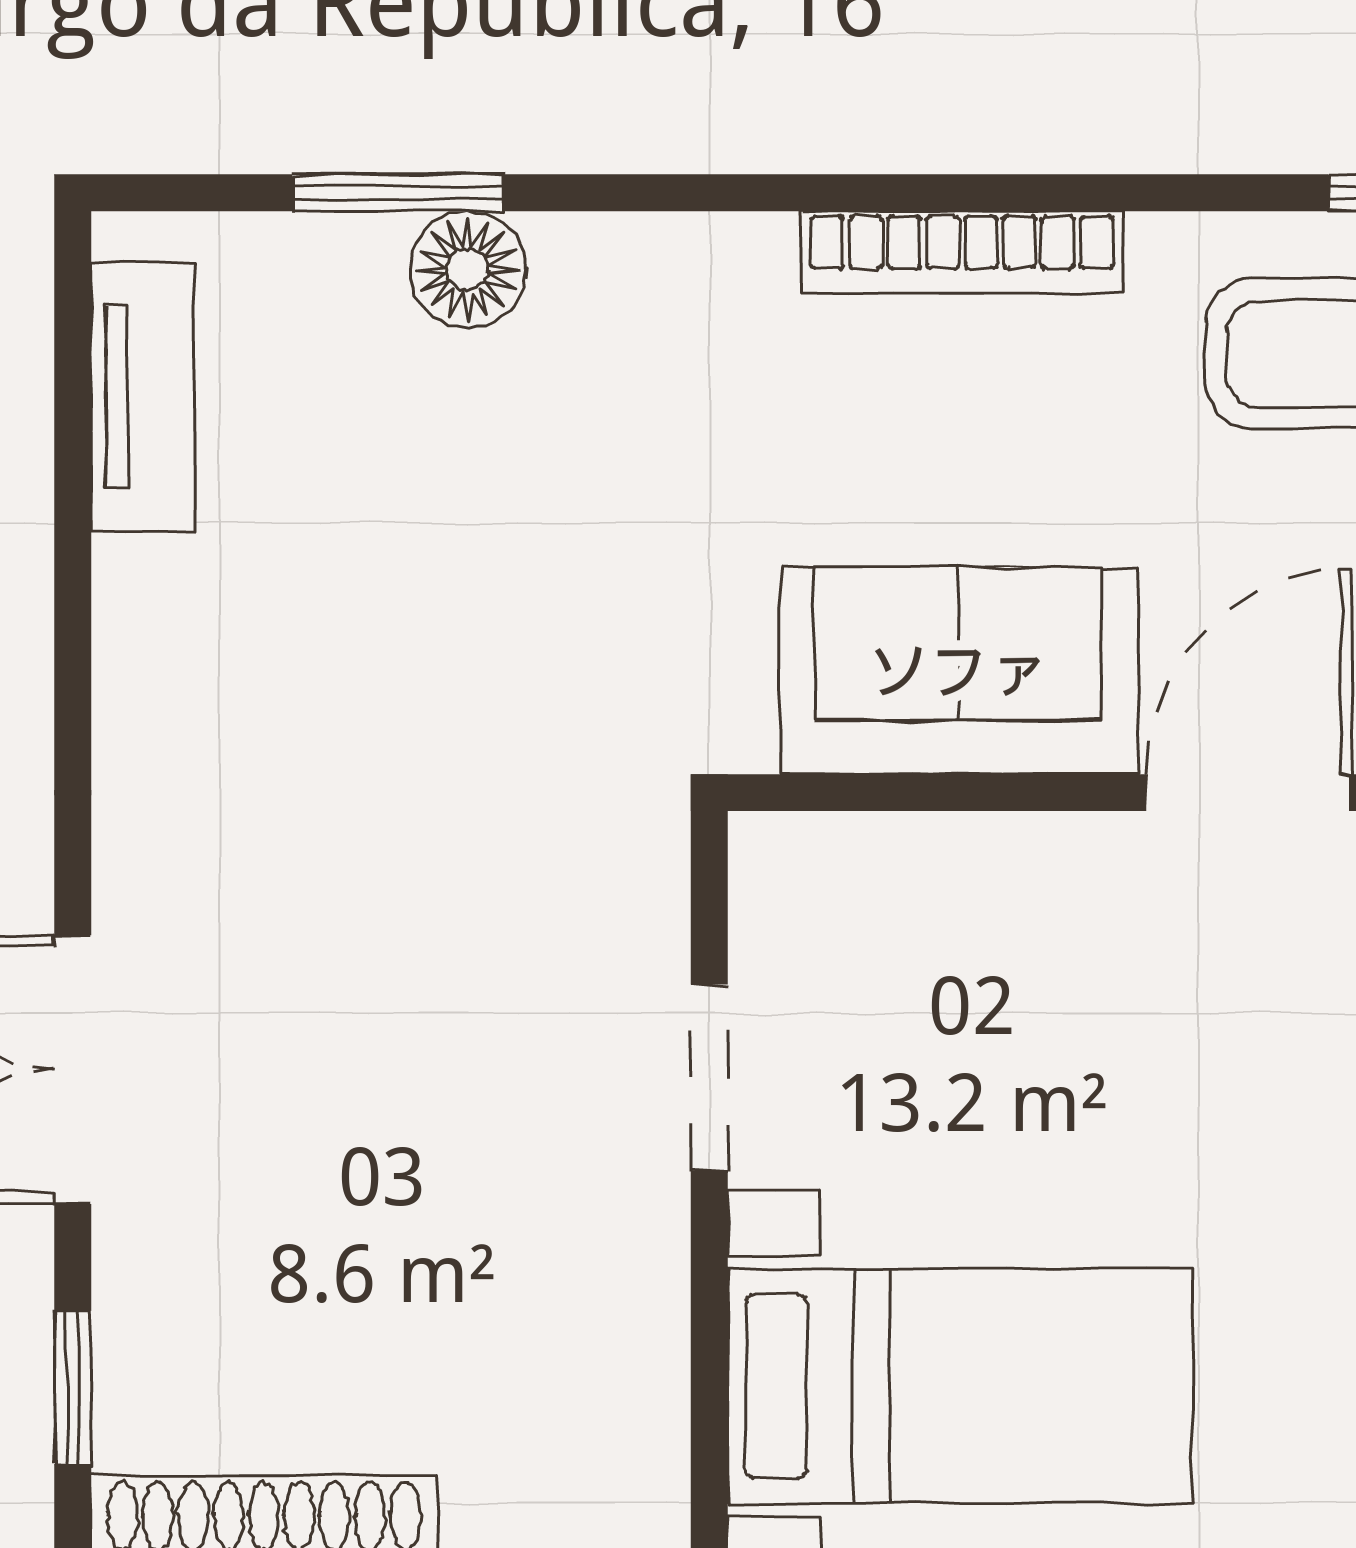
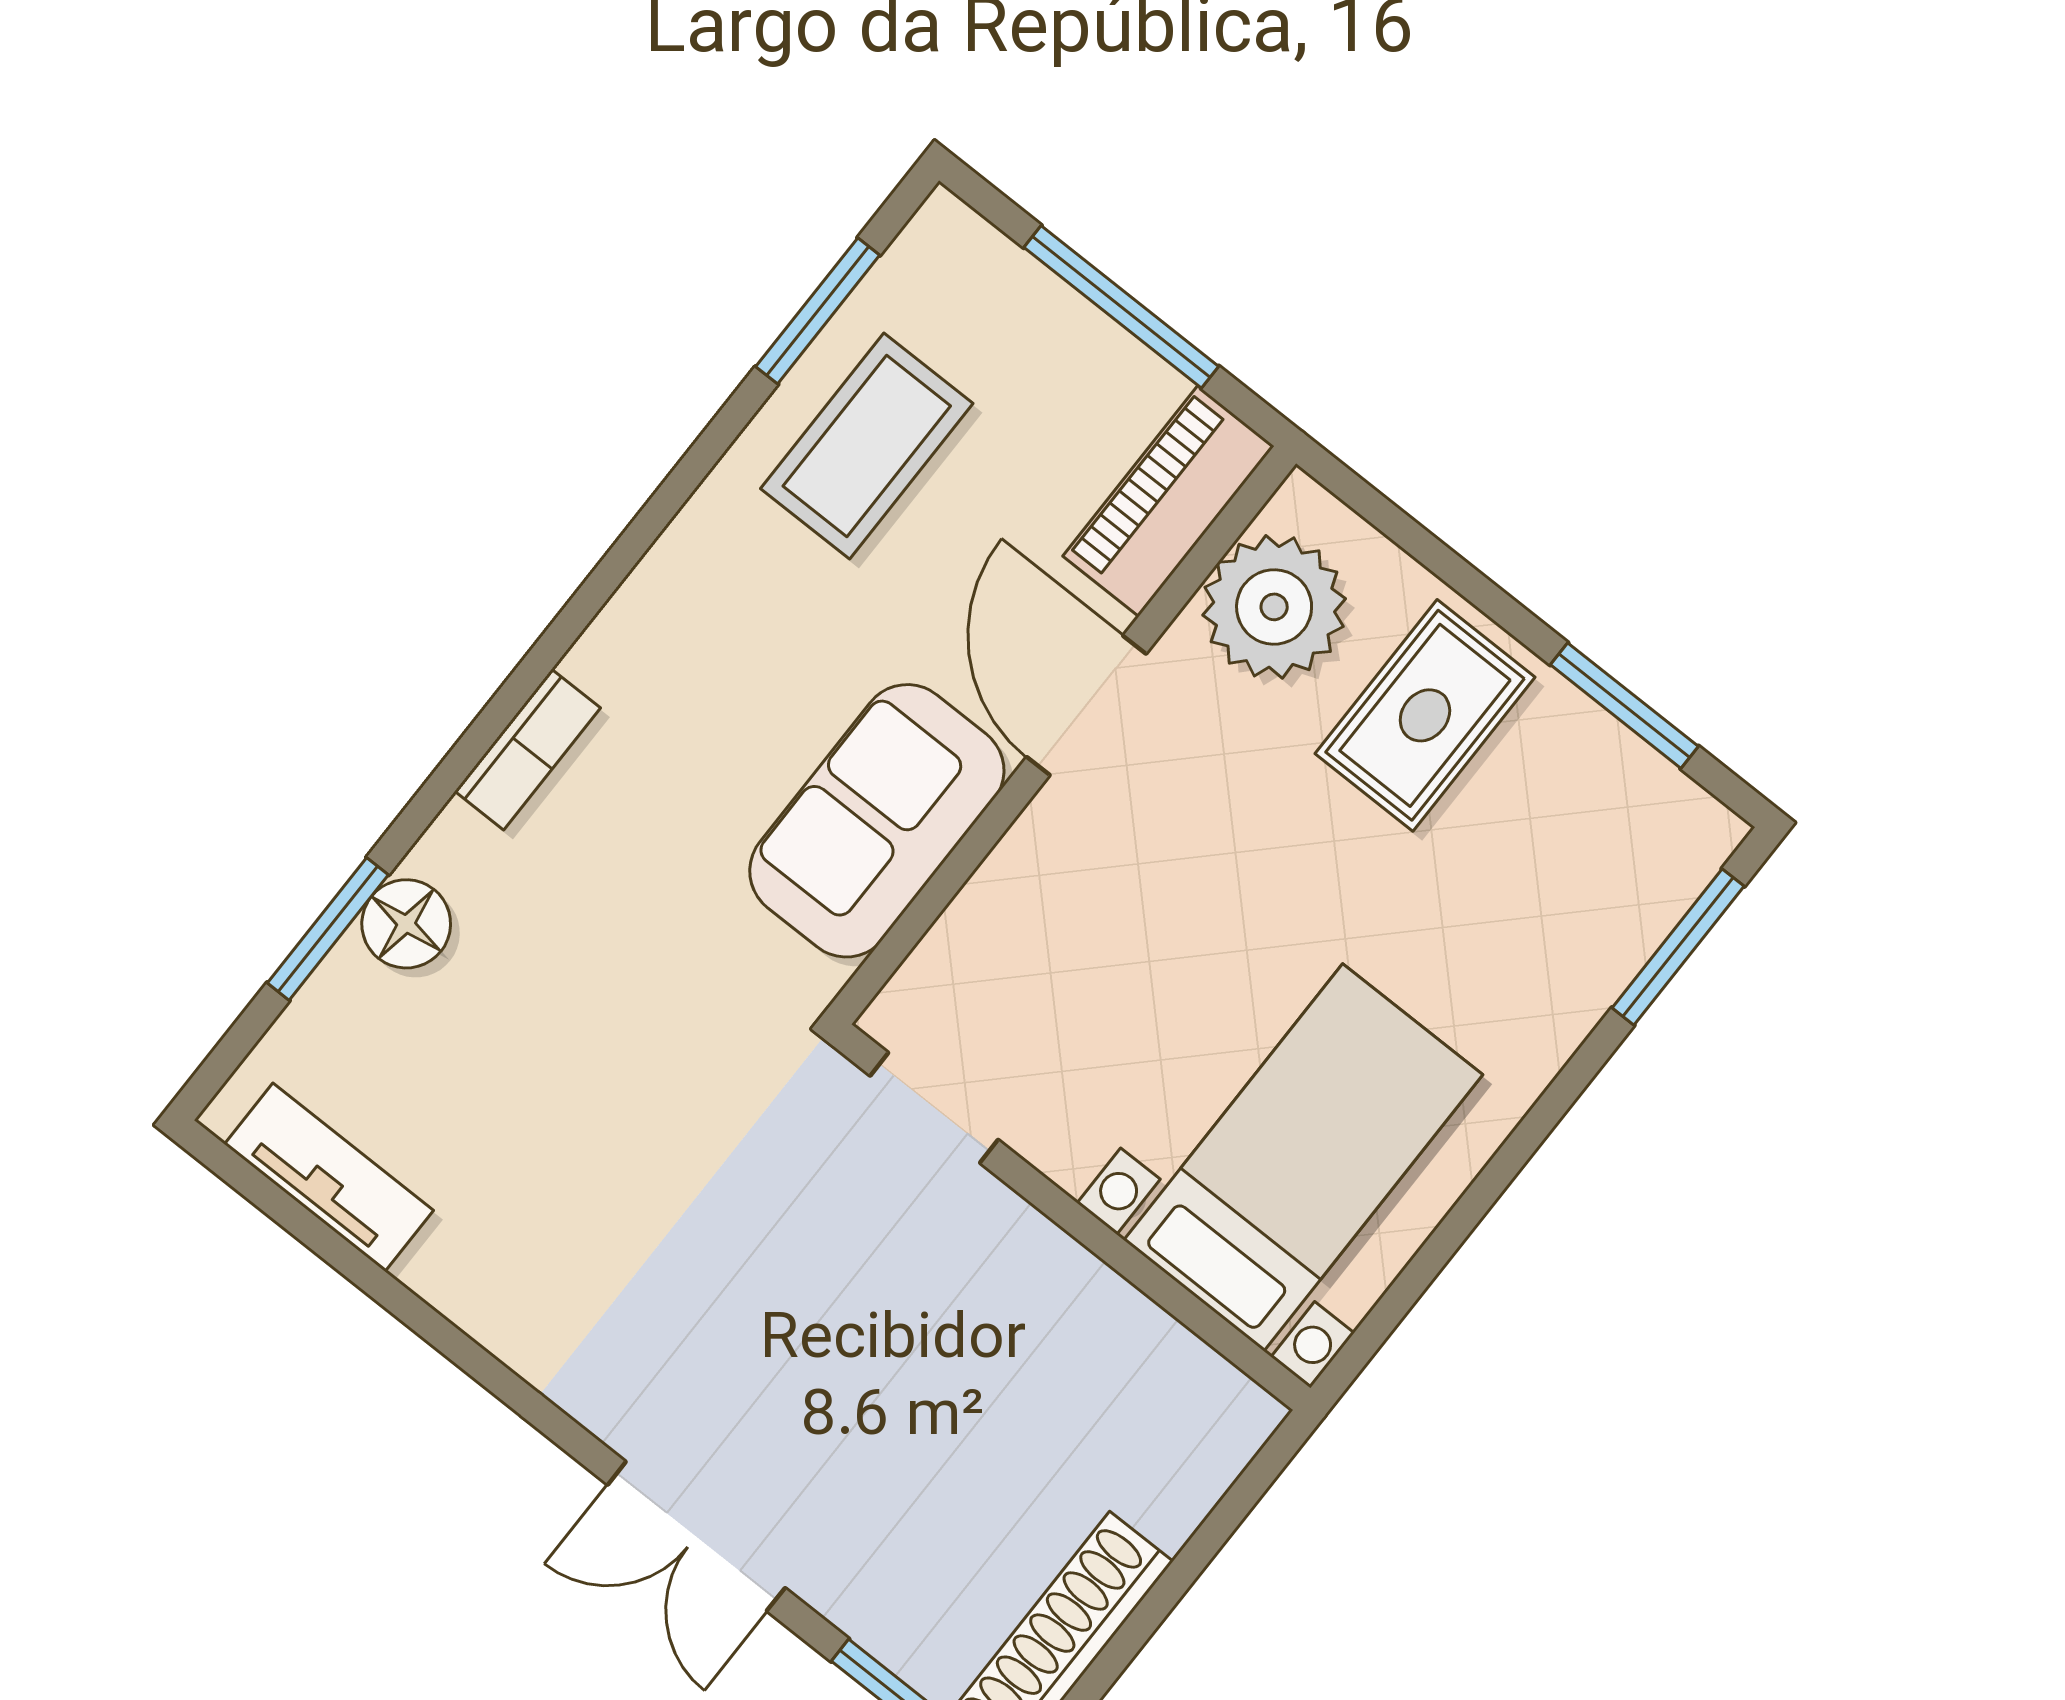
bookcase: (962, 252) -> (528, 750), moved, width x0.64
doorway: (709, 1077) -> (934, 1108), moved

